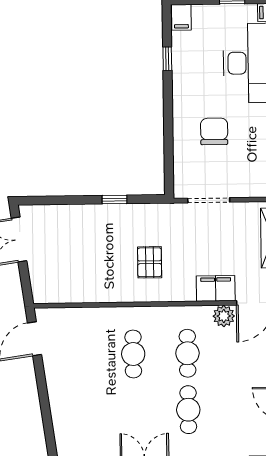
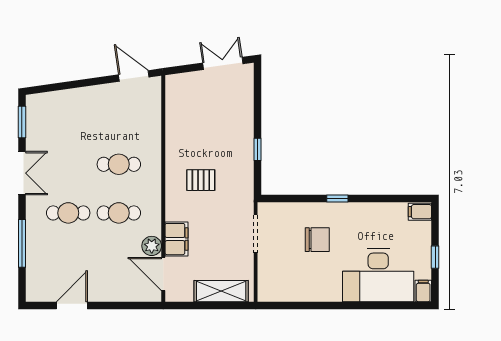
window: (167, 59) -> (337, 199), moved

